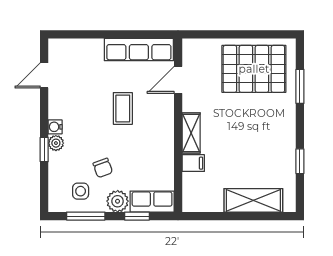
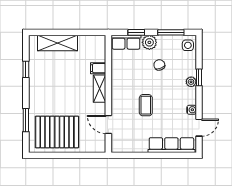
row of seats: (139, 50) -> (171, 145), moved
door: (178, 80) -> (108, 125), swing flipped
water cooler: (55, 127) -> (192, 110), moved
side table: (81, 191) -> (188, 45), moved

